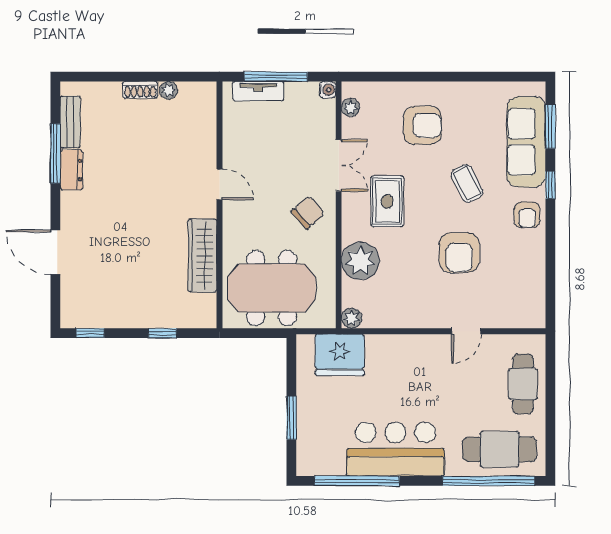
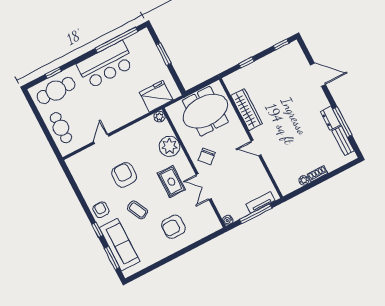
plant: (351, 108) -> (212, 217), removed
window: (489, 481) -> (53, 73), width x0.32

